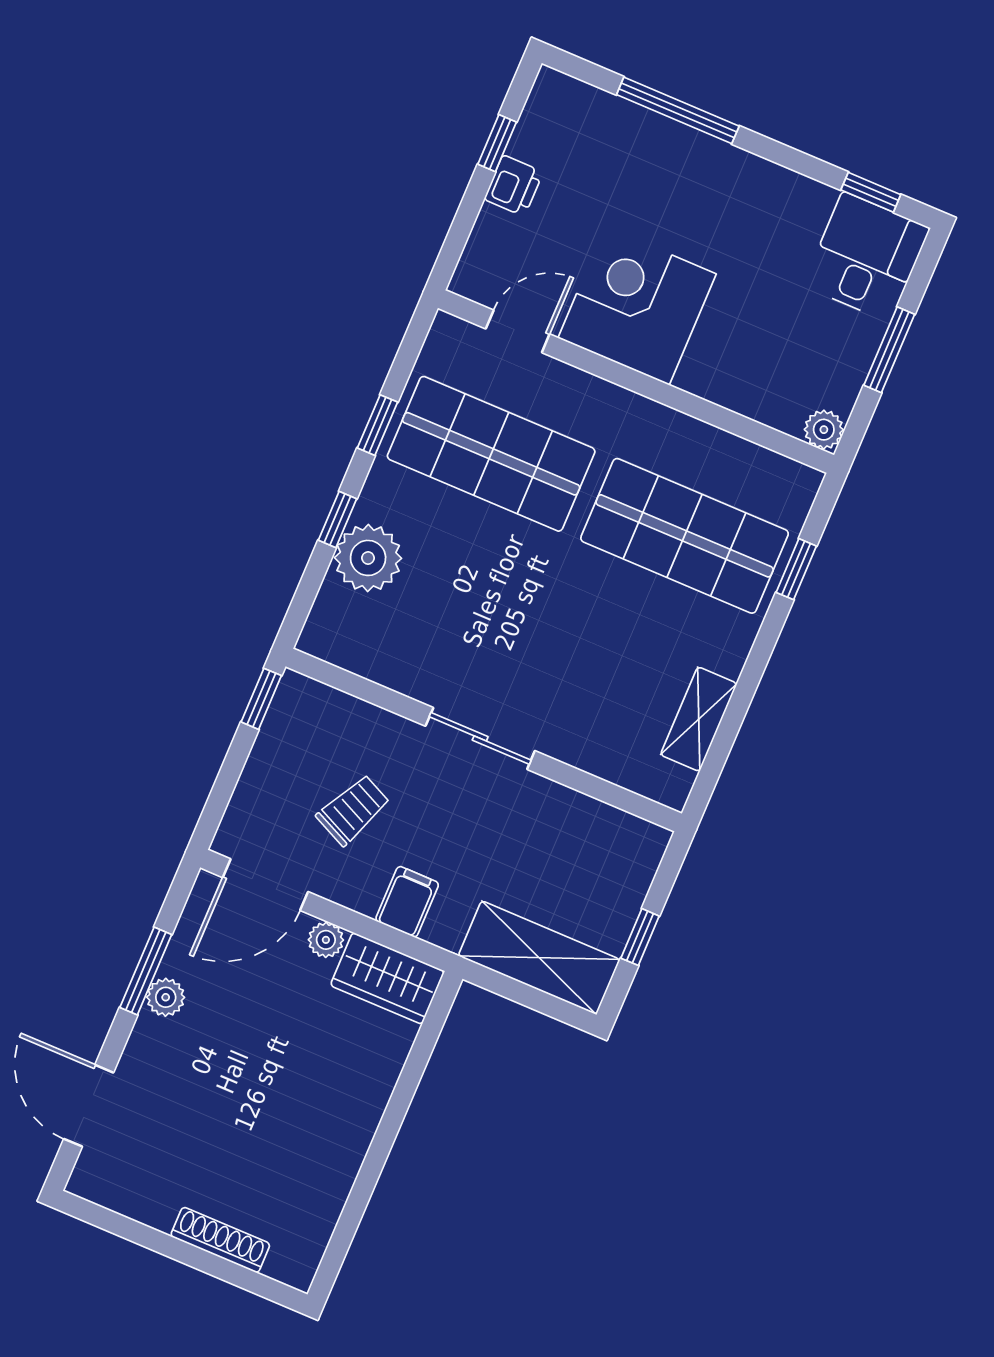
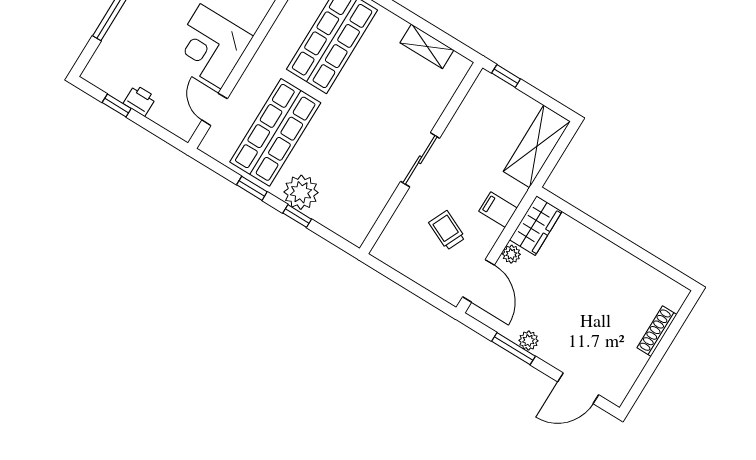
plant: (368, 558) -> (301, 192), moved
window: (261, 699) -> (383, 269), removed
window: (640, 937) -> (506, 76), moved

